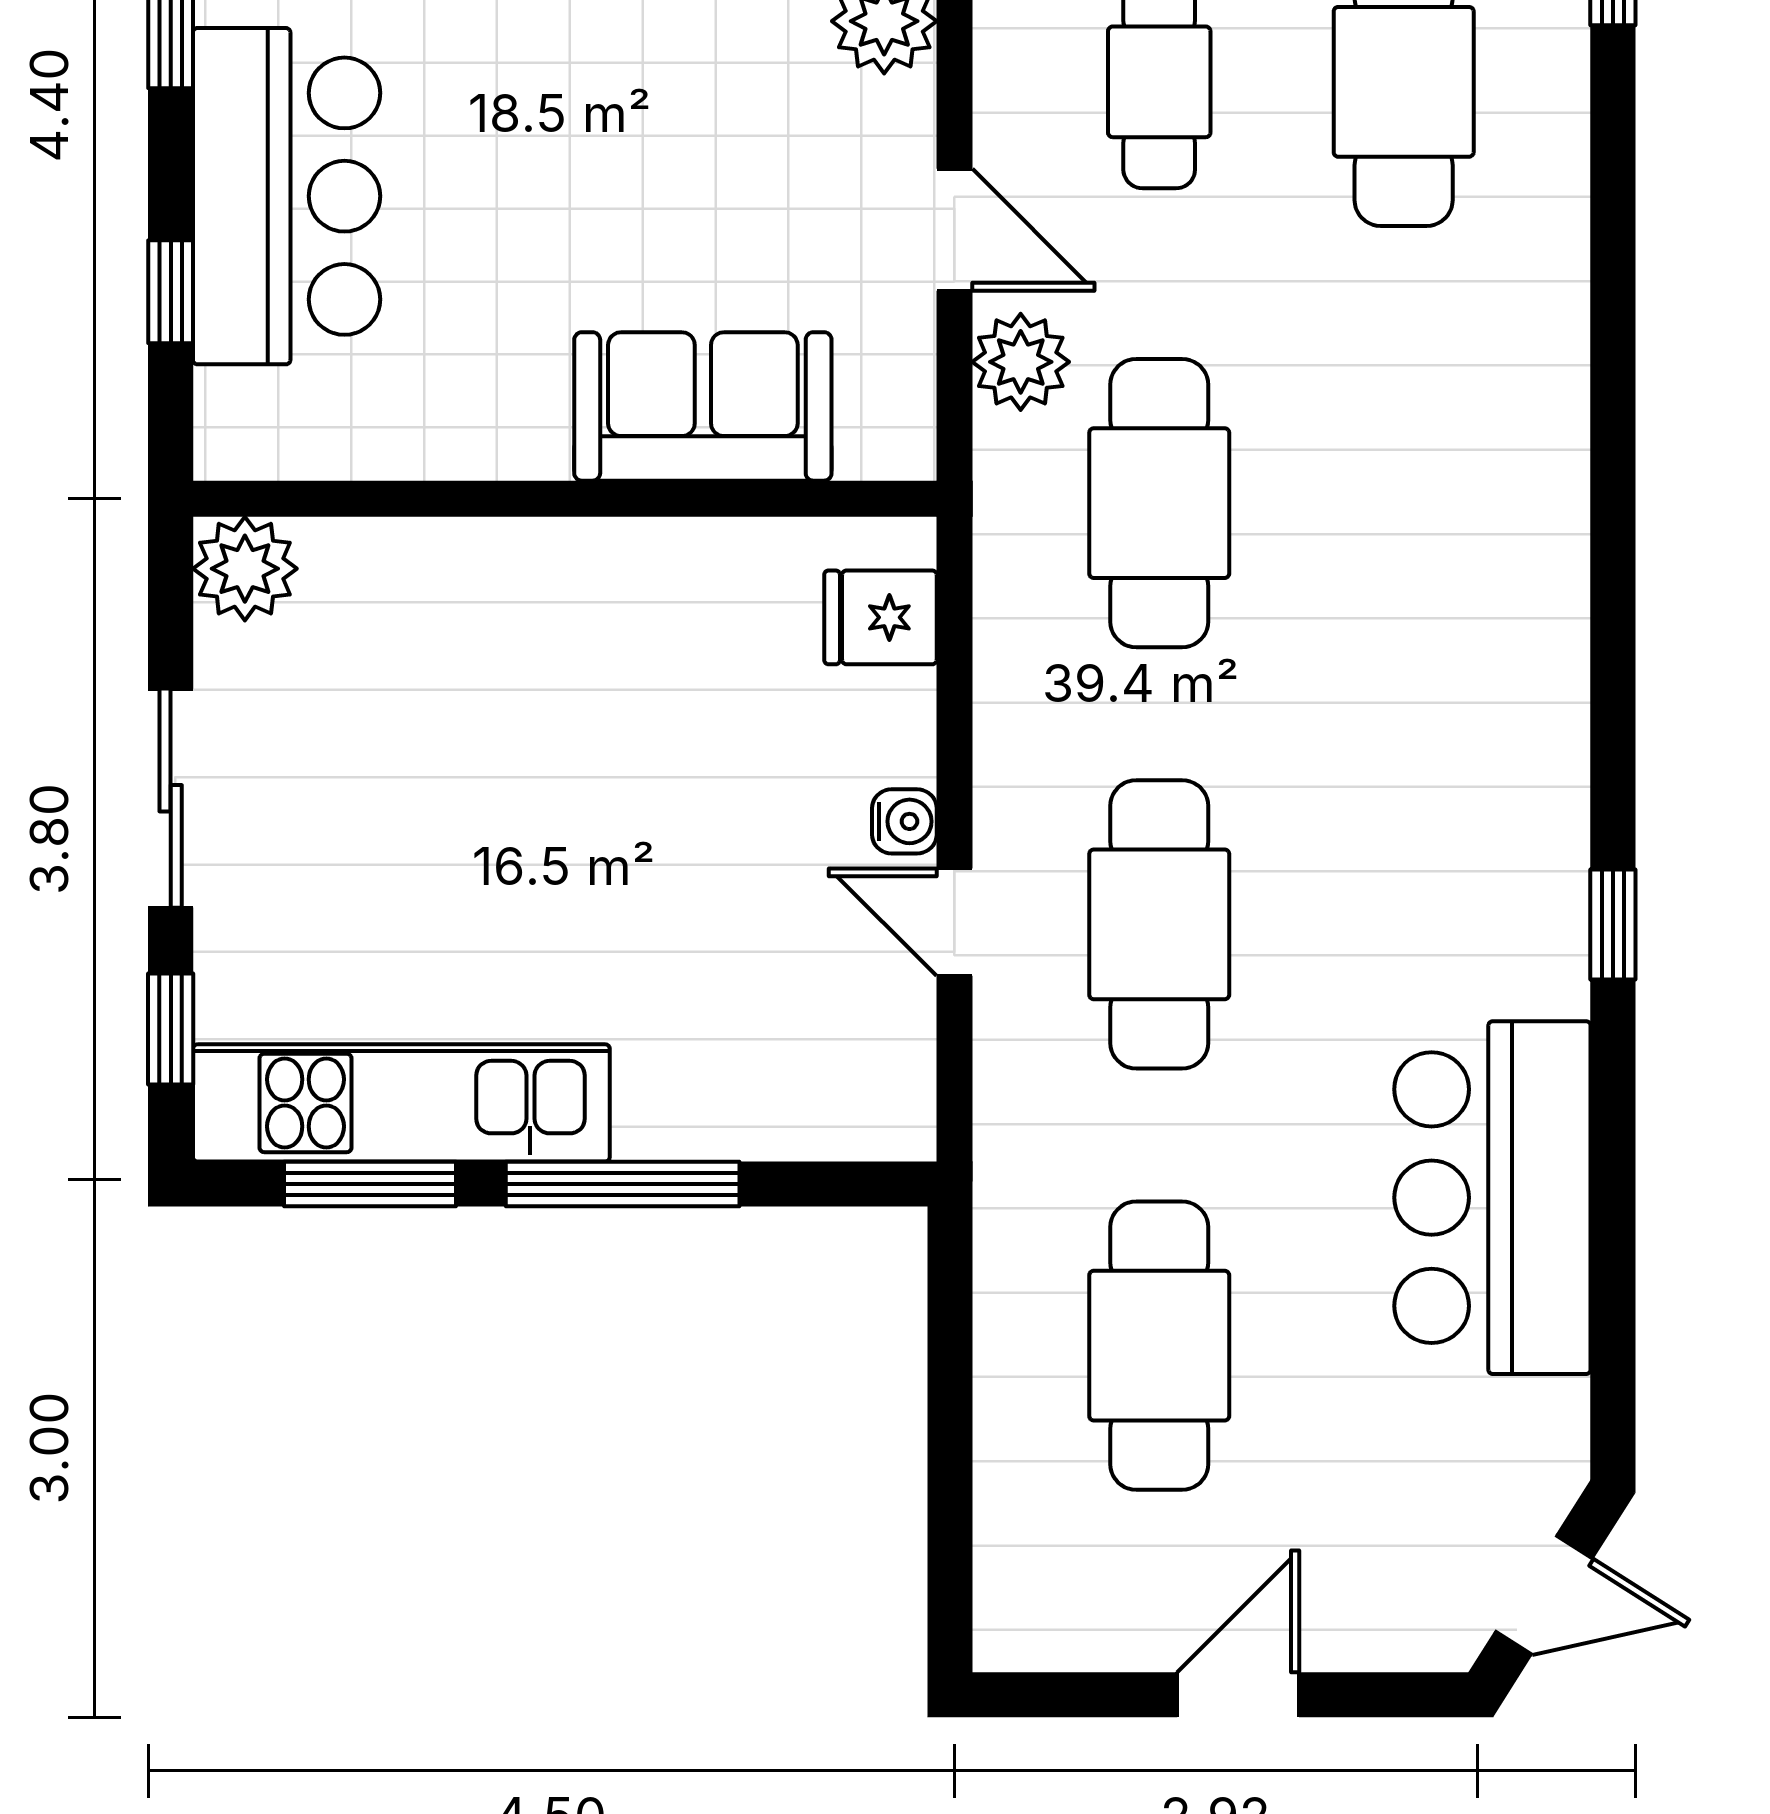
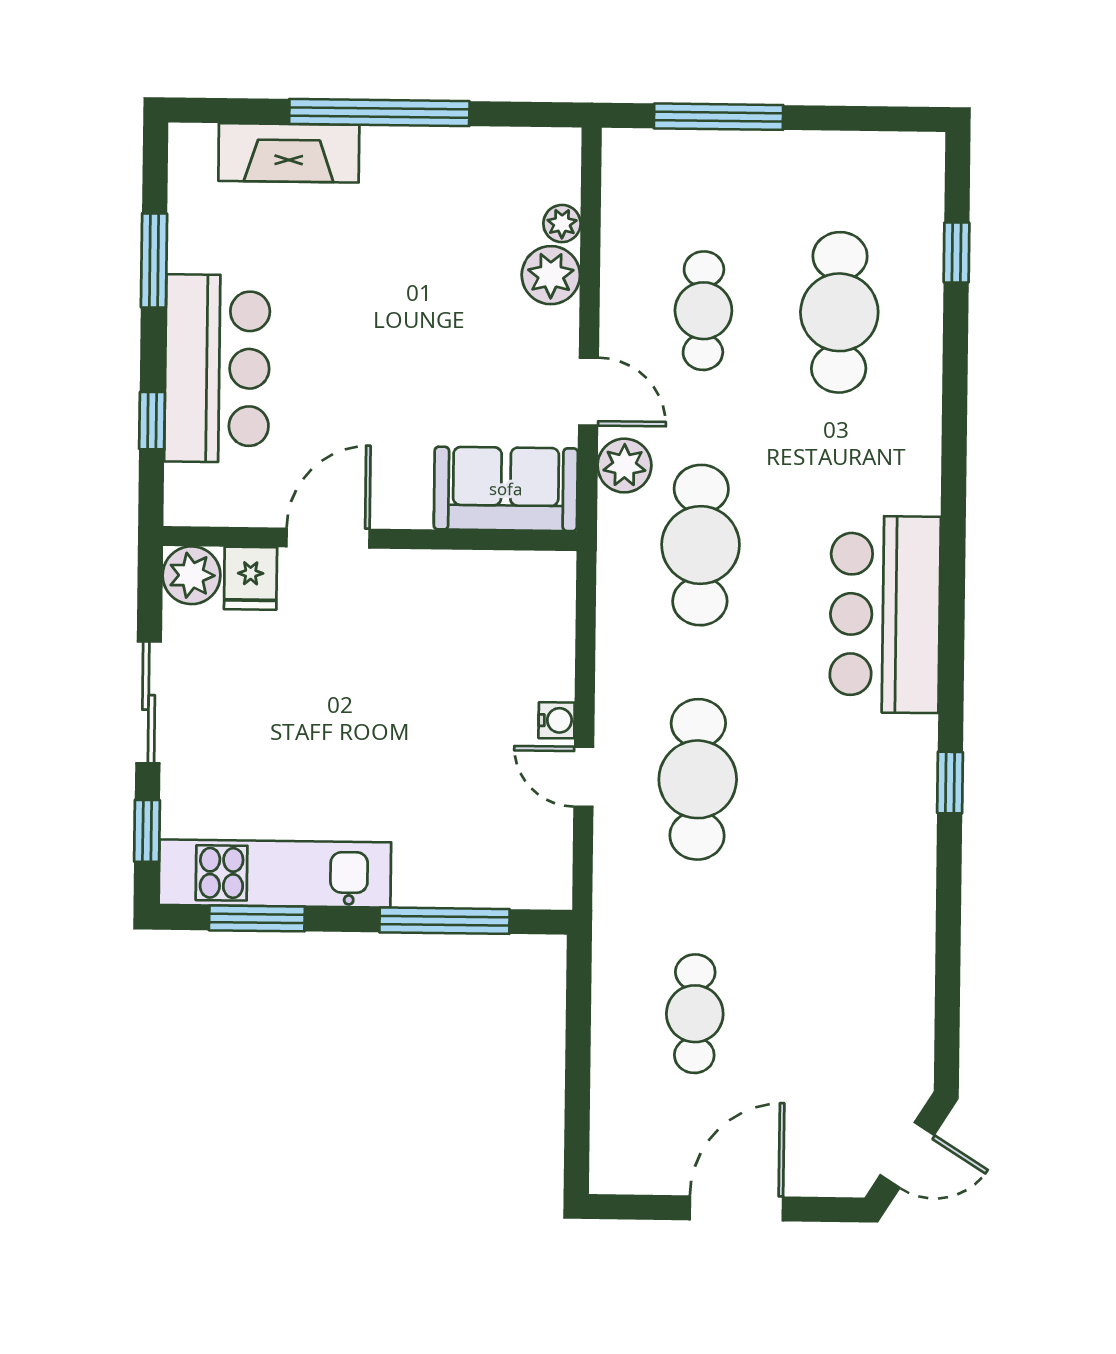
sofa: (703, 406) -> (506, 489), moved
door: (489, 499) -> (328, 538), added
fridge: (880, 617) -> (251, 578), moved, turned -90
window: (623, 1184) -> (444, 921), moved
bar counter: (1492, 1198) -> (885, 614), moved
cafe table: (1159, 1346) -> (695, 1014), width x0.73, depth x0.74
door: (1238, 1695) -> (736, 1208), width x1.38

